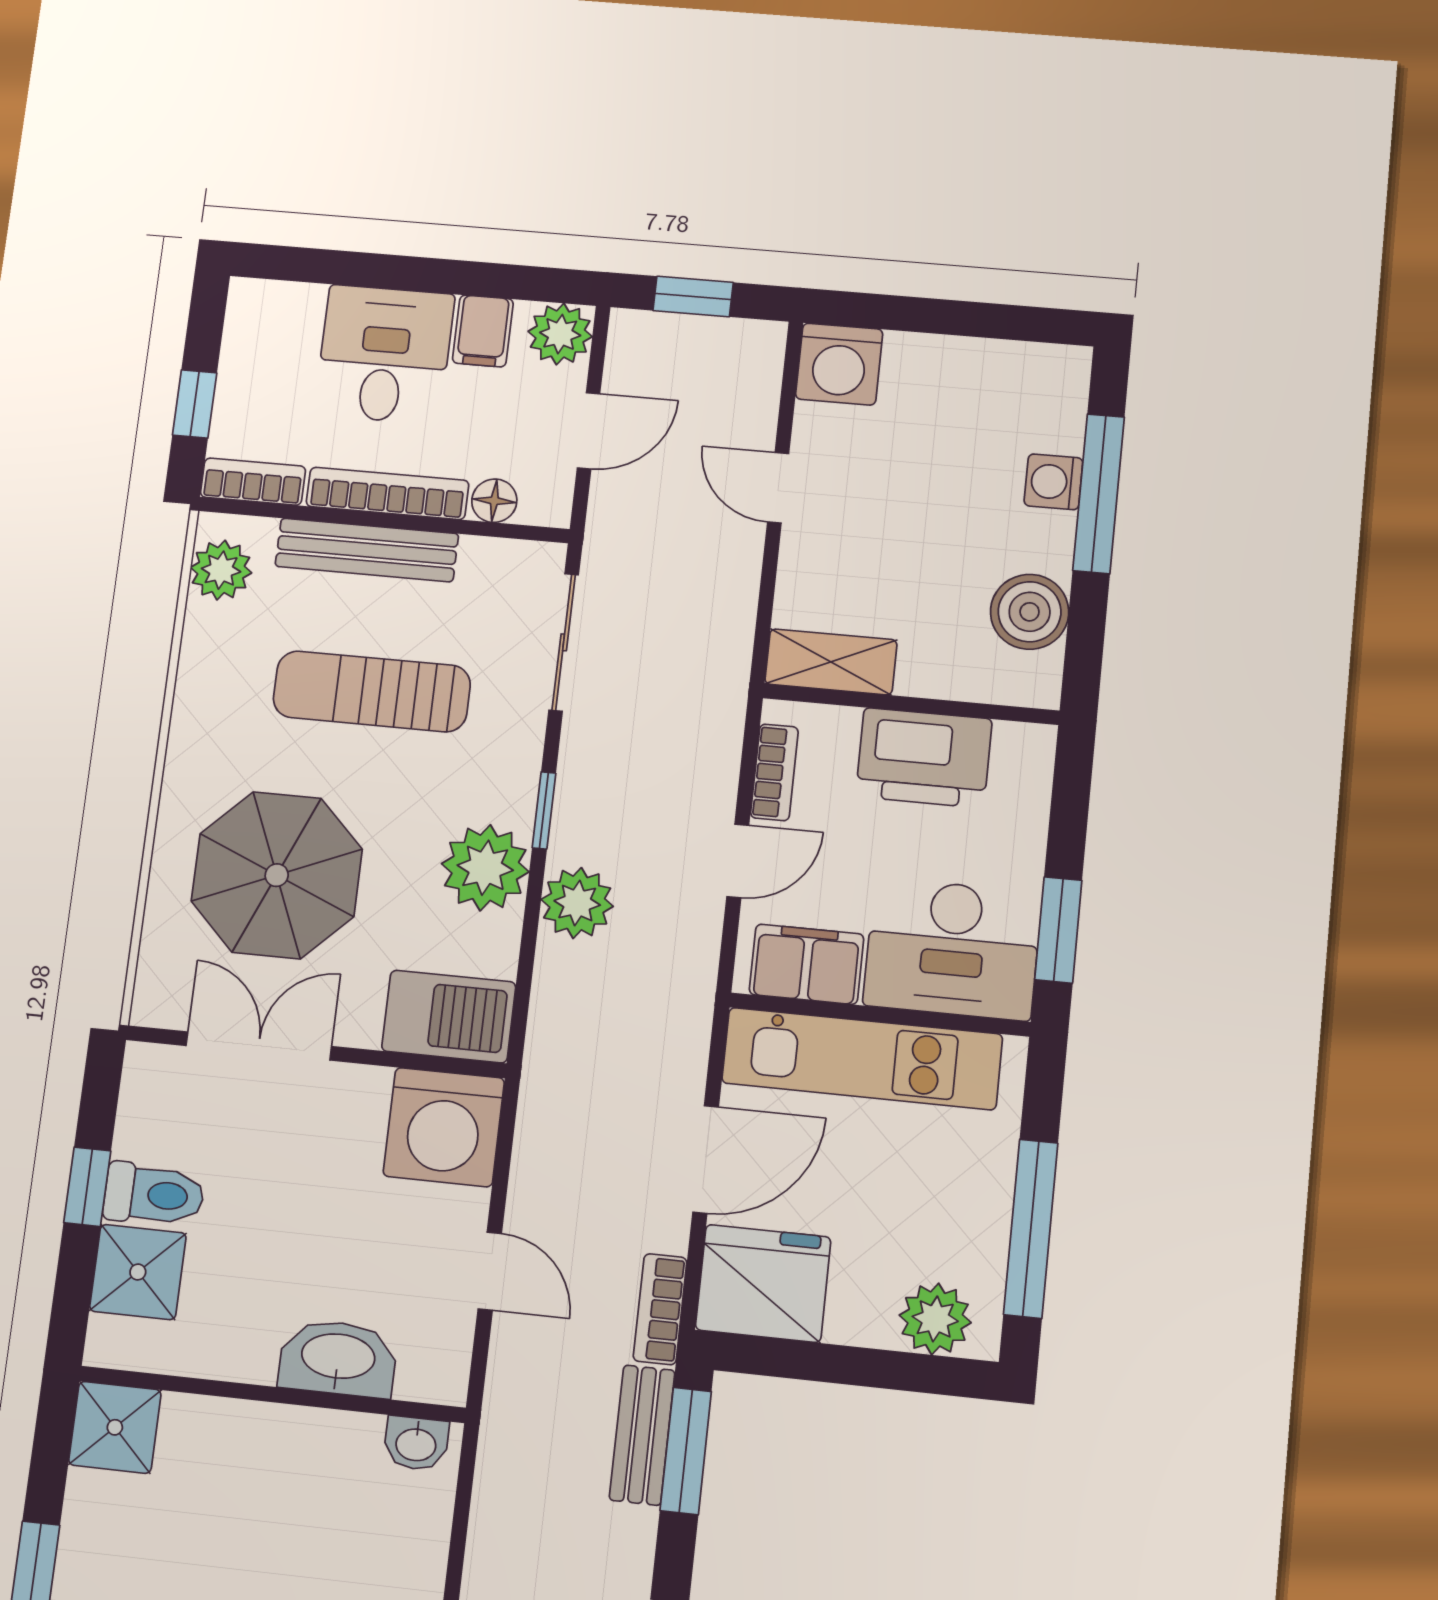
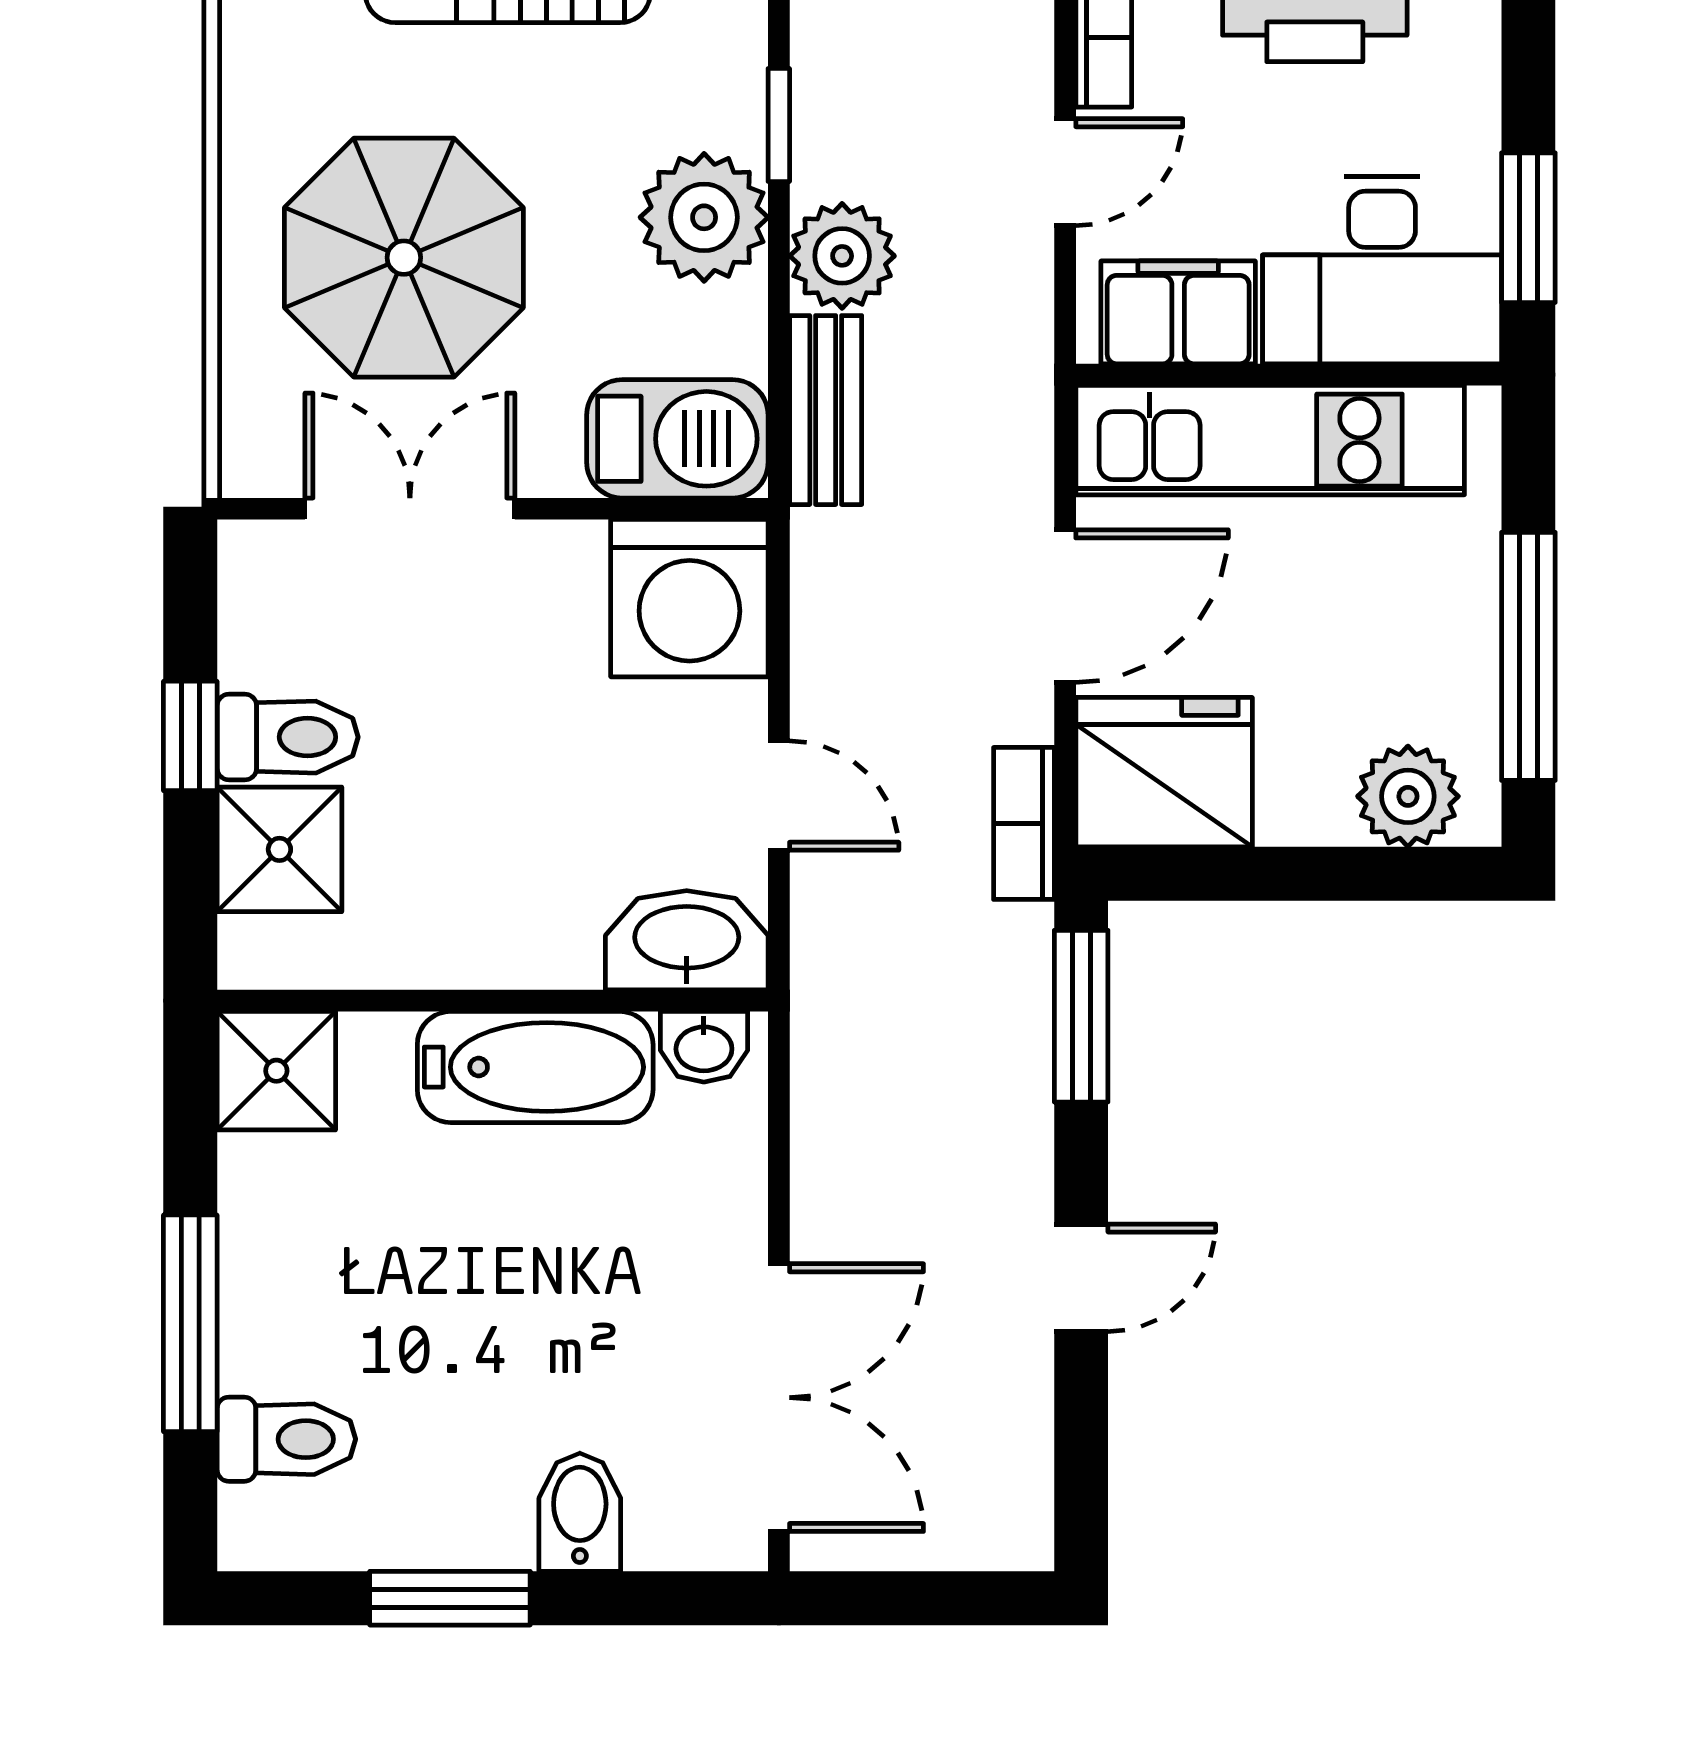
washbasin: (338, 1358) -> (687, 940), moved
bench: (642, 1435) -> (826, 410), moved
bathtub: (296, 1445) -> (535, 1067), added

